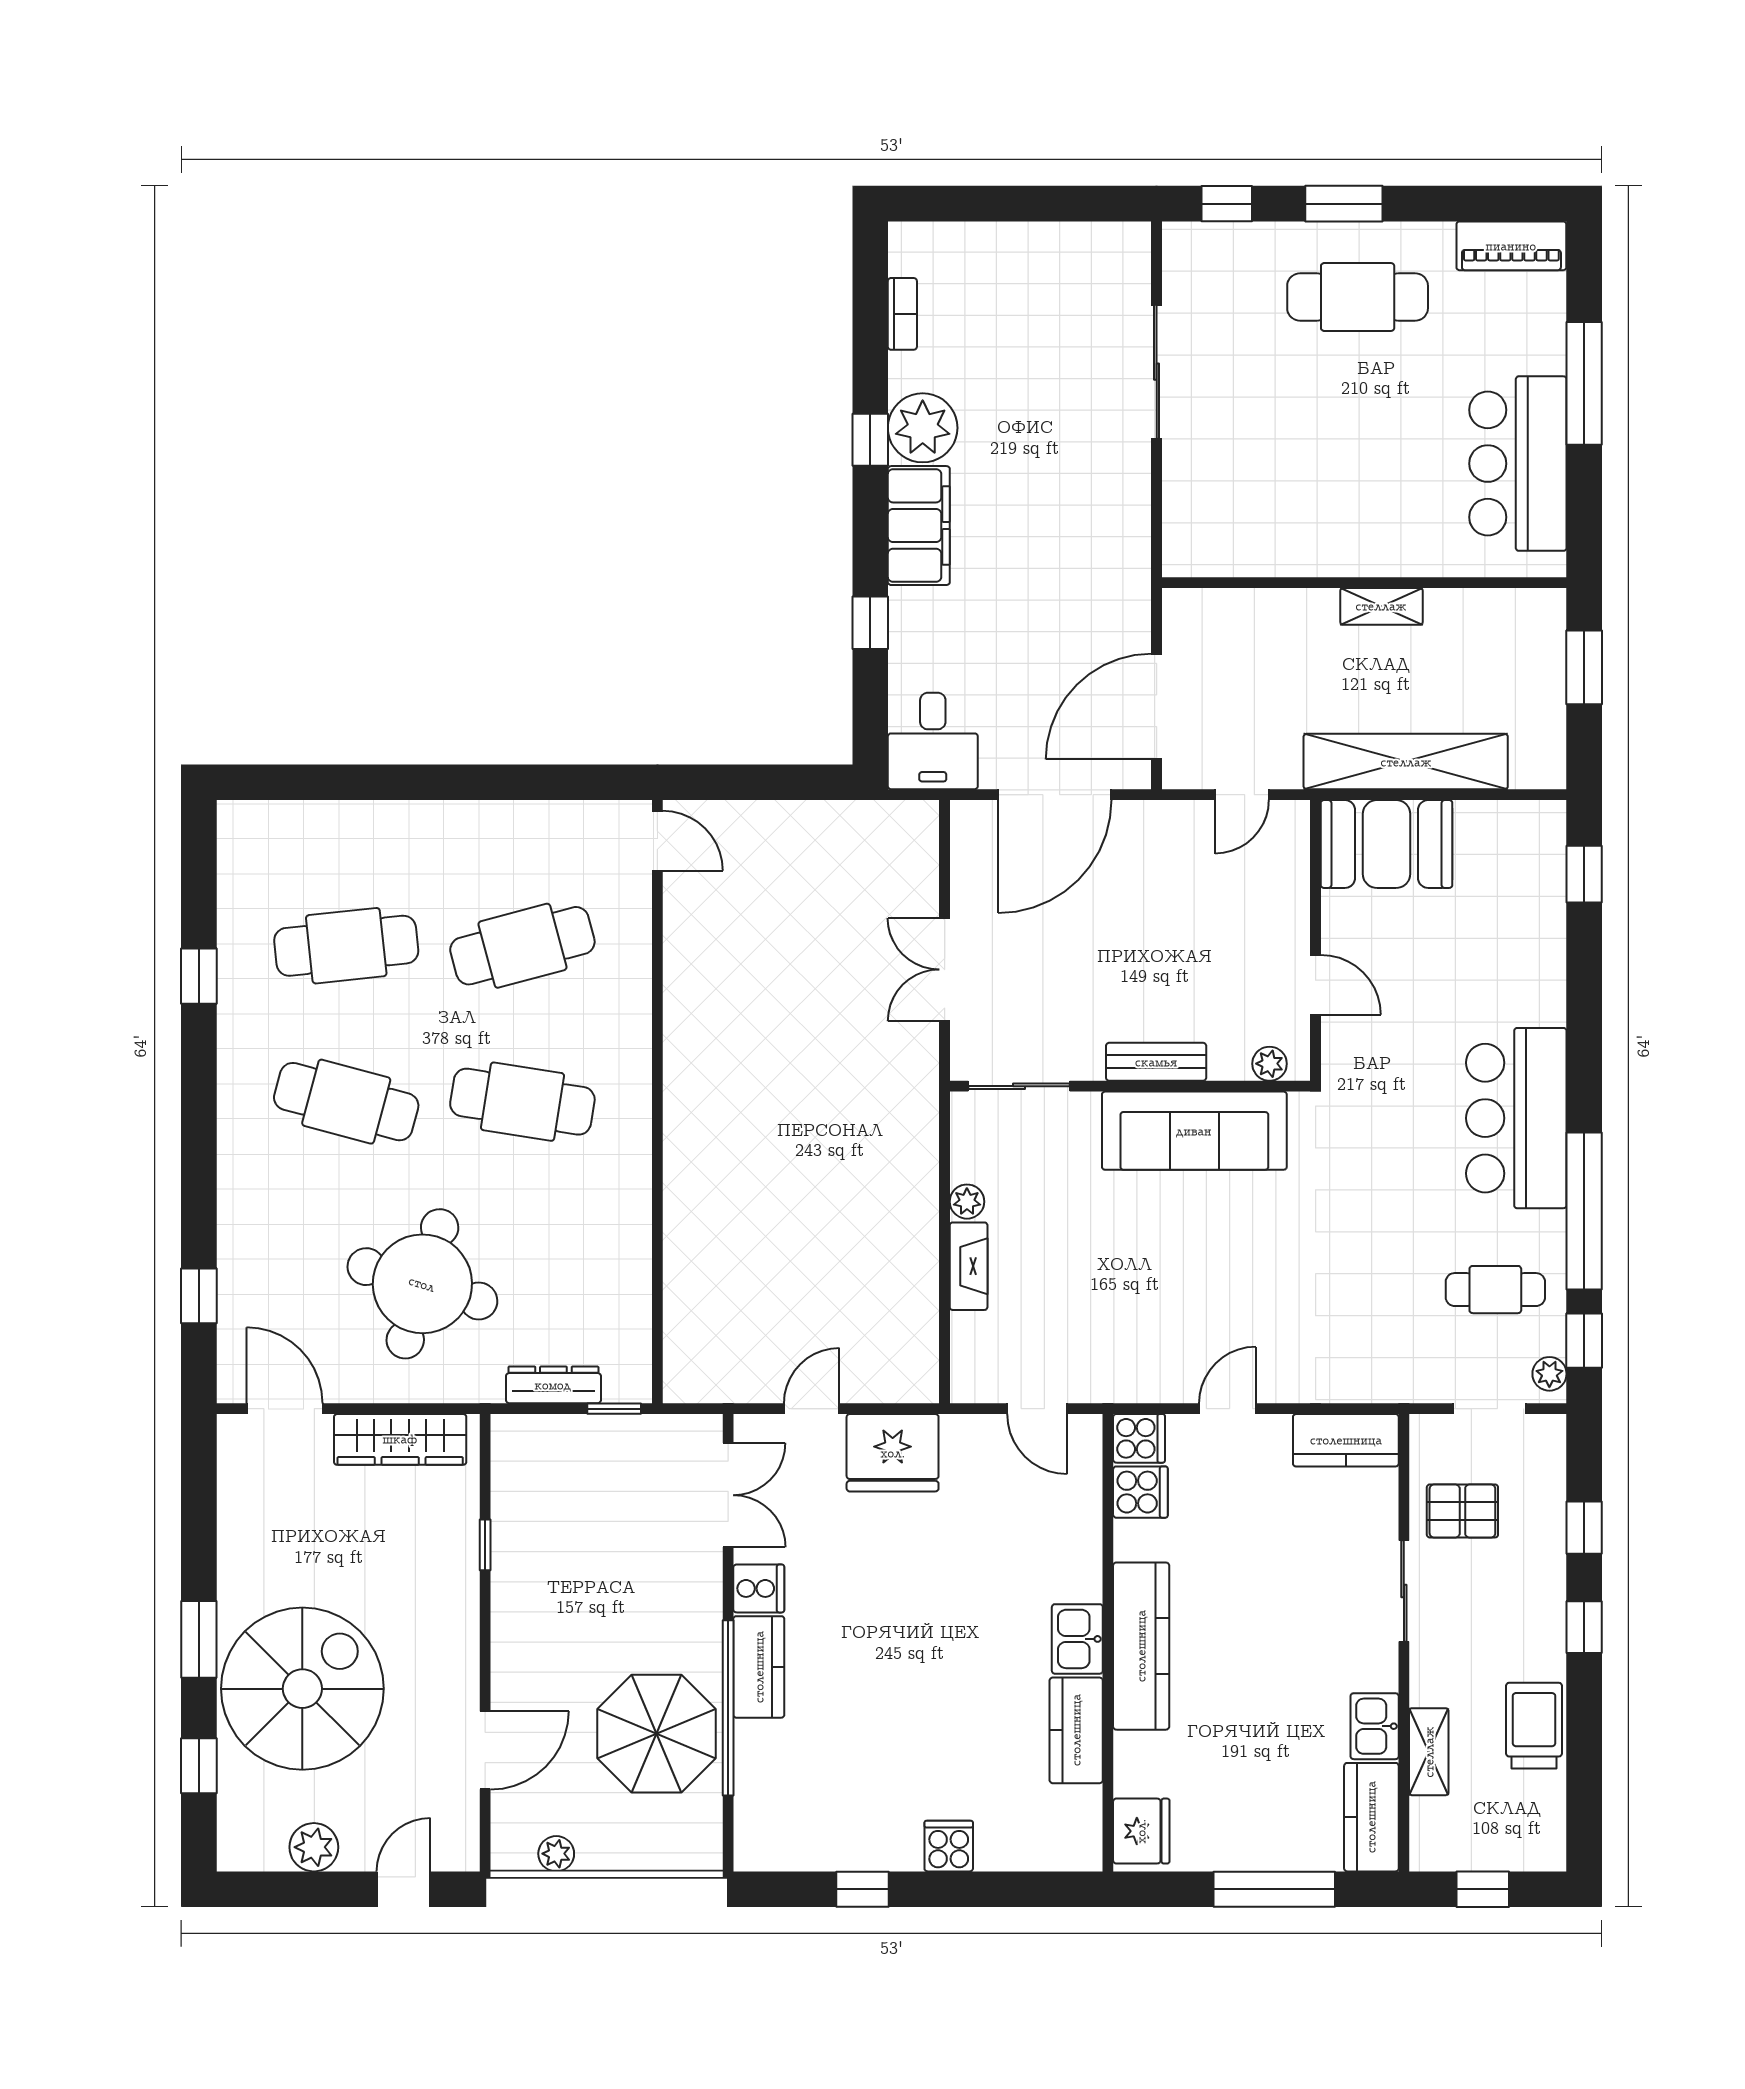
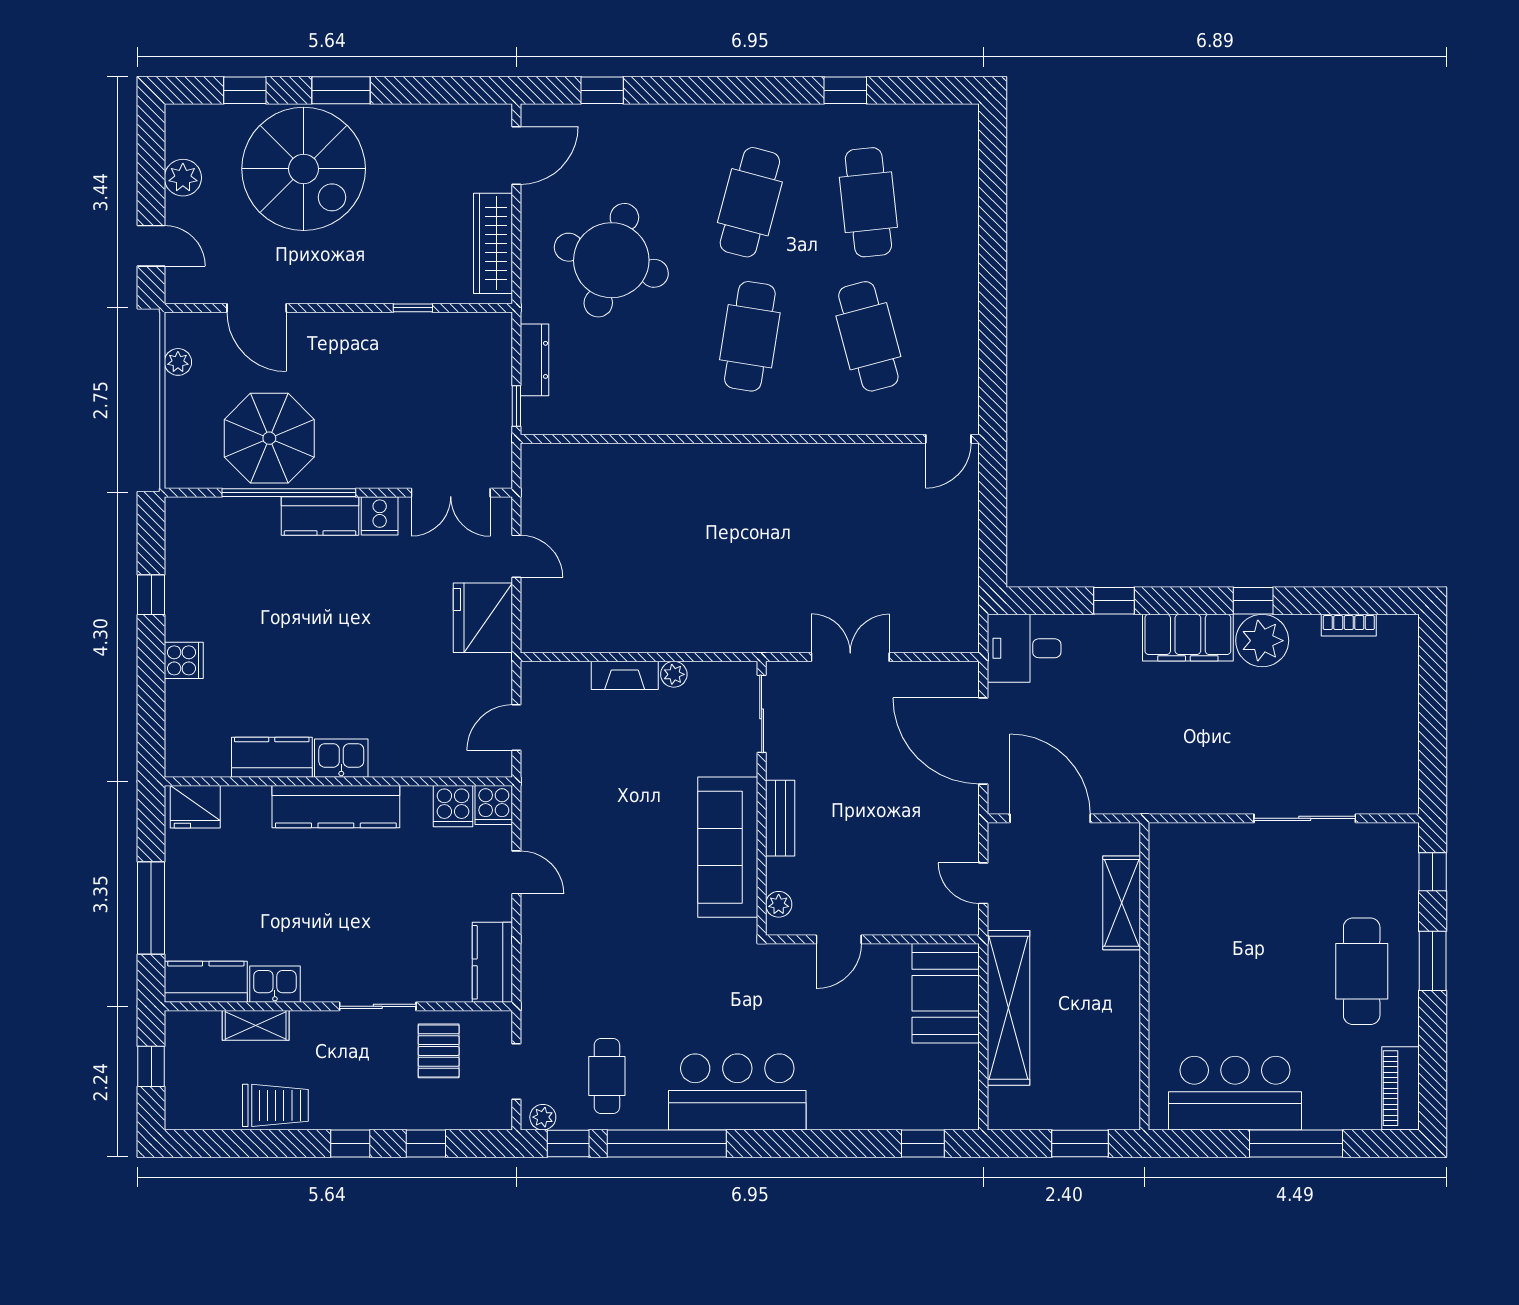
shelving: (1381, 606) -> (1122, 903), moved, width x1.50, depth x1.33

